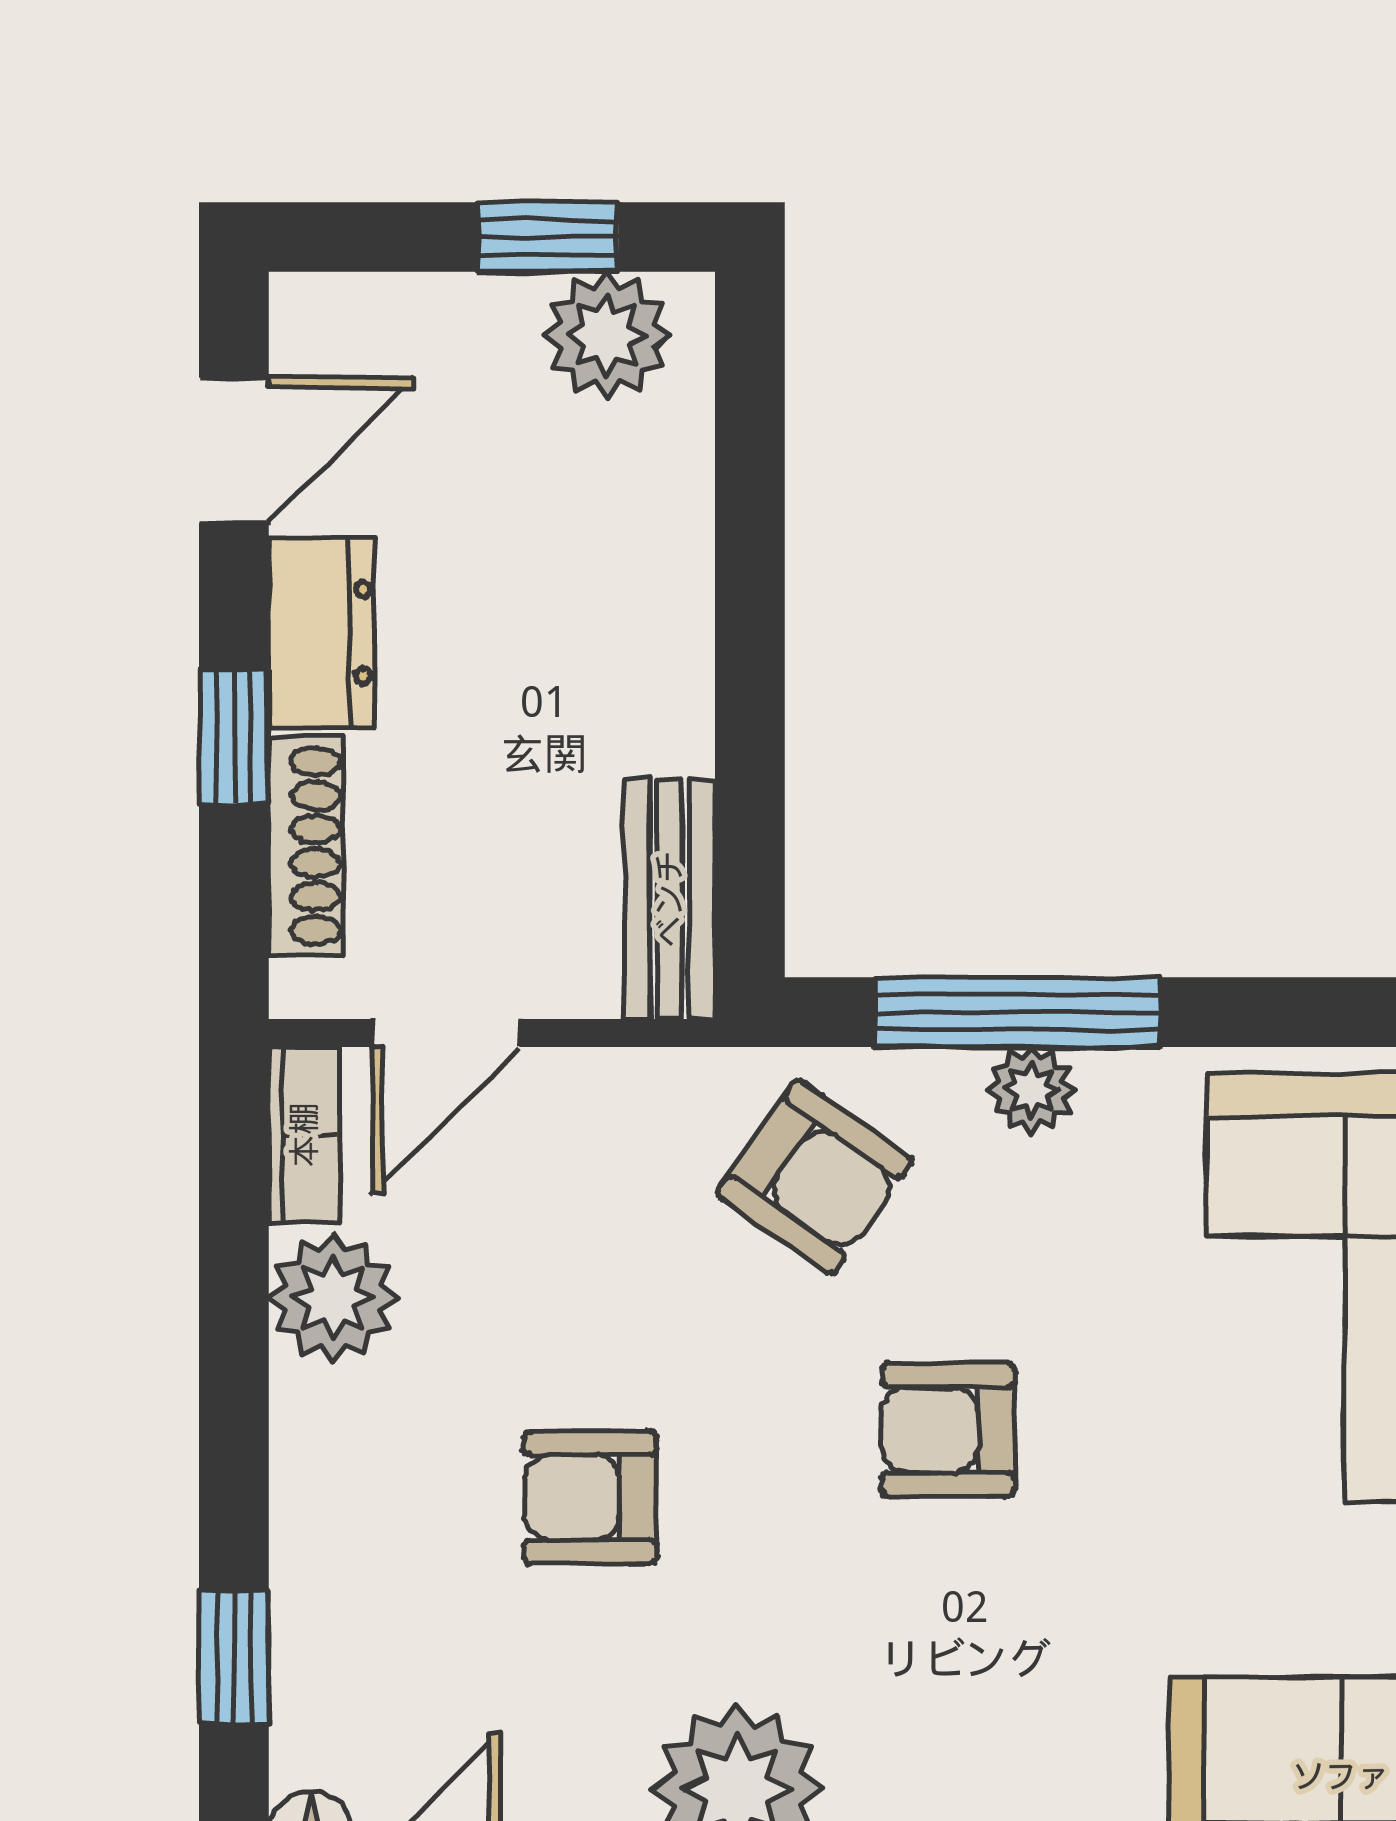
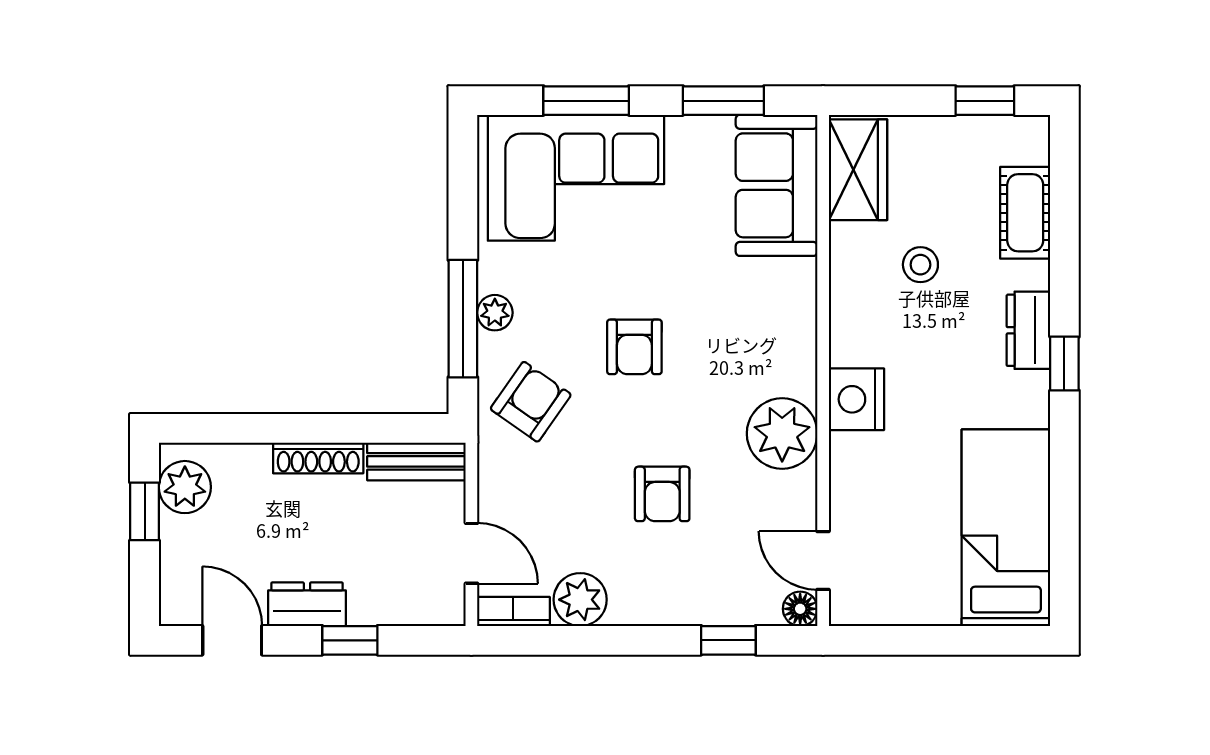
shoe rack: (306, 846) -> (318, 458), moved, turned 180

